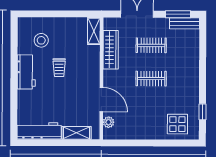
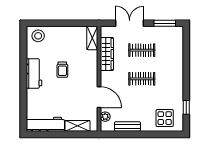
bench: (184, 23) -> (127, 127), moved
stool: (41, 40) -> (38, 36), moved

